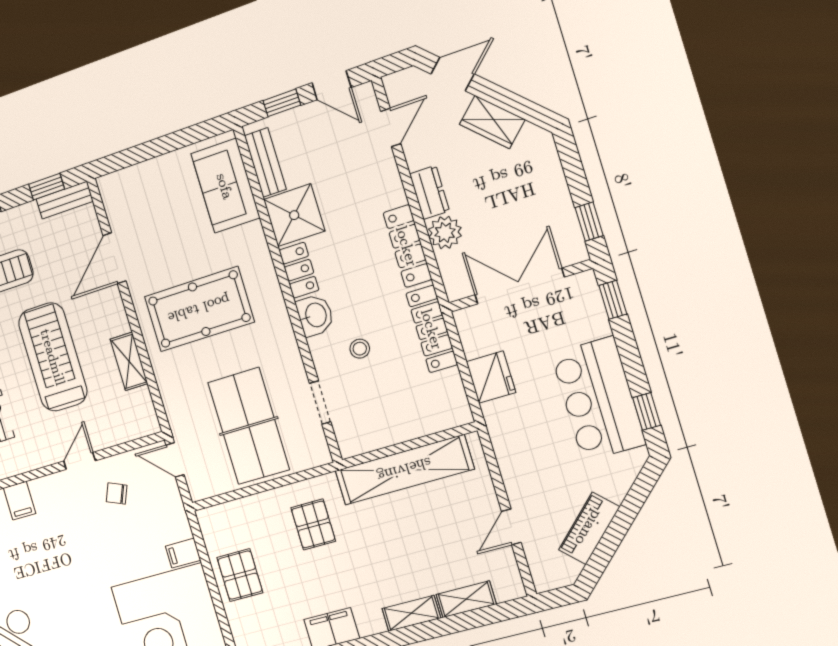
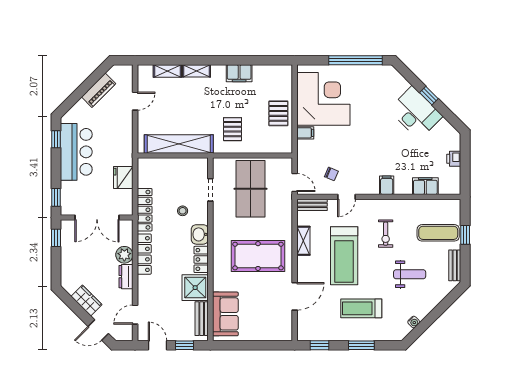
bench: (65, 200) -> (312, 205), moved

